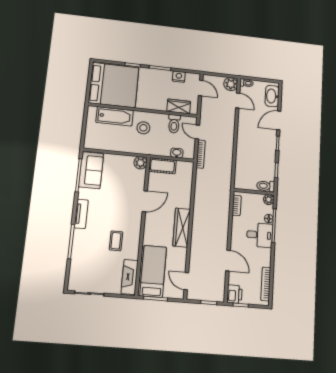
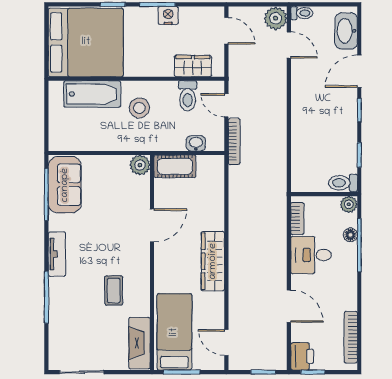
nightstand: (179, 77) -> (168, 15), moved
desk: (260, 235) -> (311, 255), moved, turned 180

